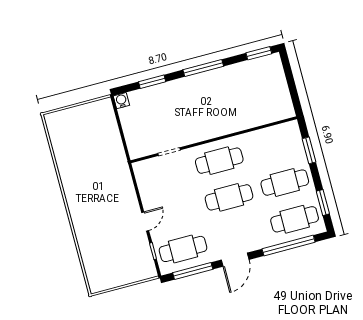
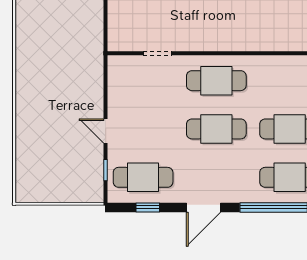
door: (145, 221) -> (106, 131), swing flipped
window: (193, 271) -> (148, 207), width x0.46

